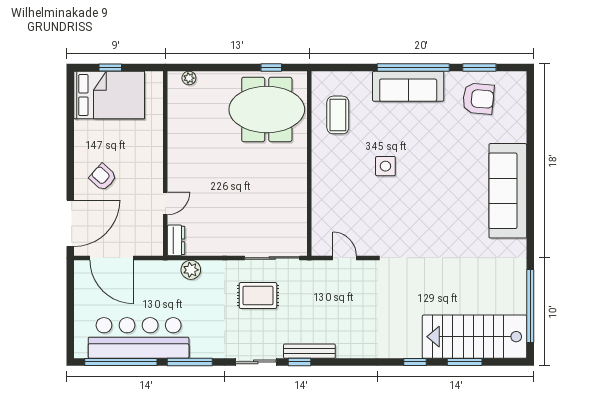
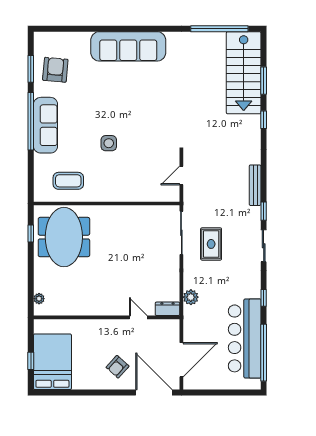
bench: (309, 351) -> (255, 185), moved
window: (190, 362) -> (264, 298), width x0.46

